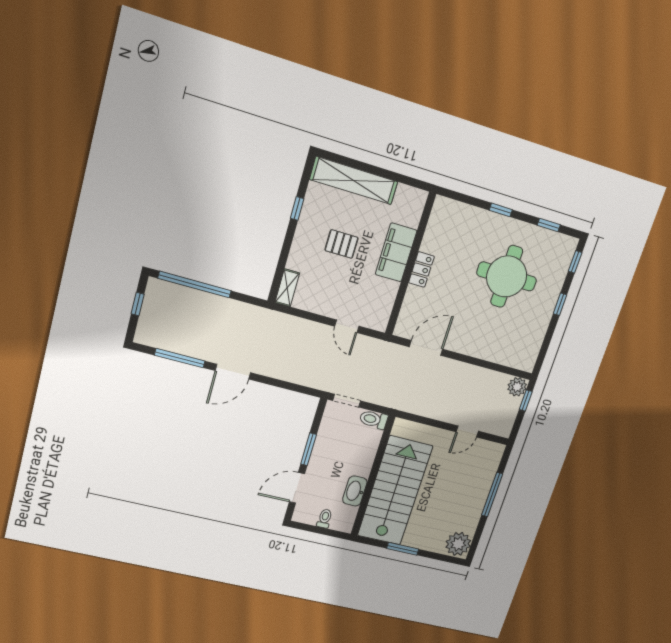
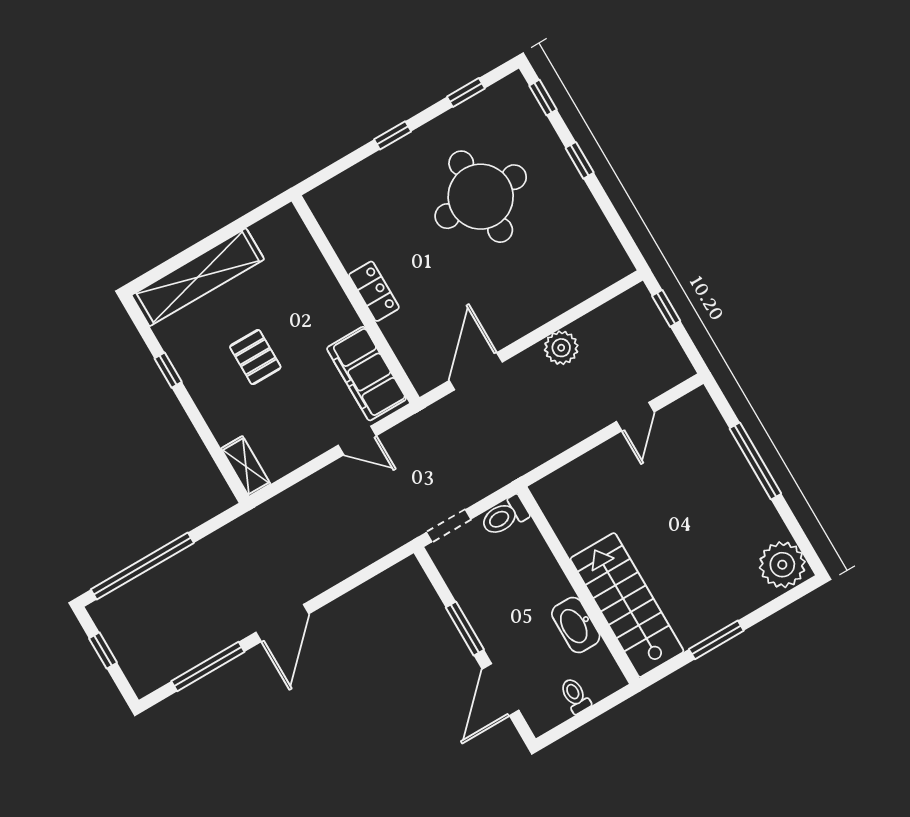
pallet: (342, 244) -> (255, 357), turned 90
filing cabinet: (396, 252) -> (367, 374), moved
plant: (517, 387) -> (561, 348), moved
stairs: (395, 491) -> (627, 605), width x0.73, depth x0.66

